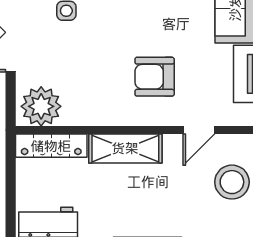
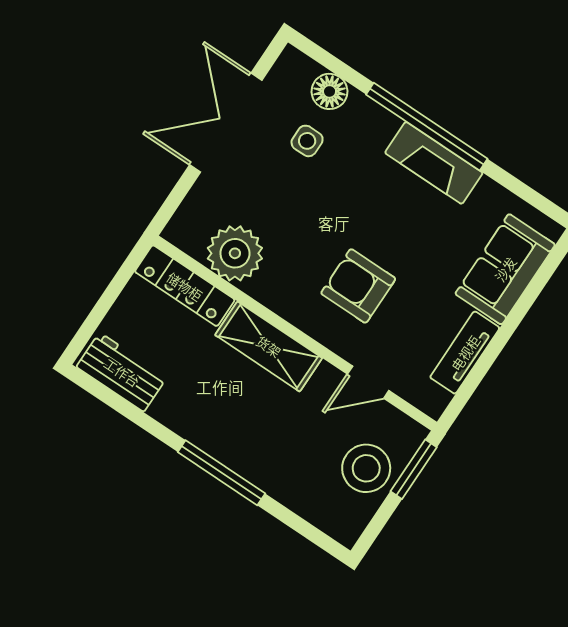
plant: (41, 106) -> (235, 253), moved

